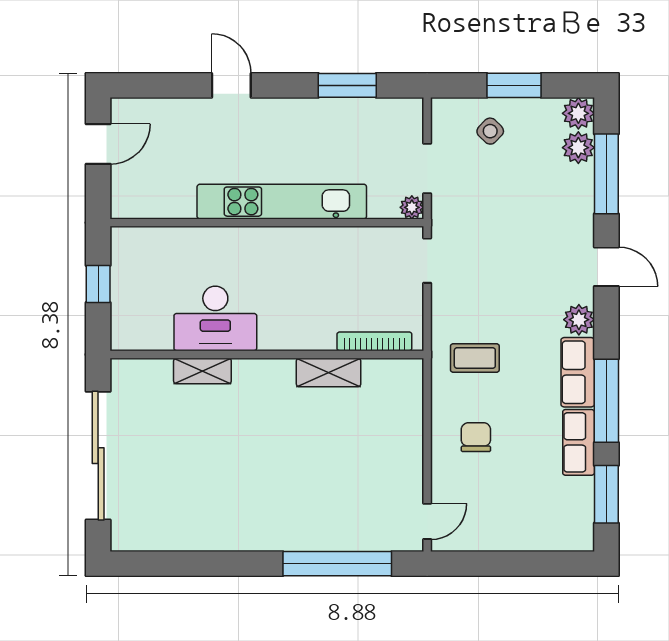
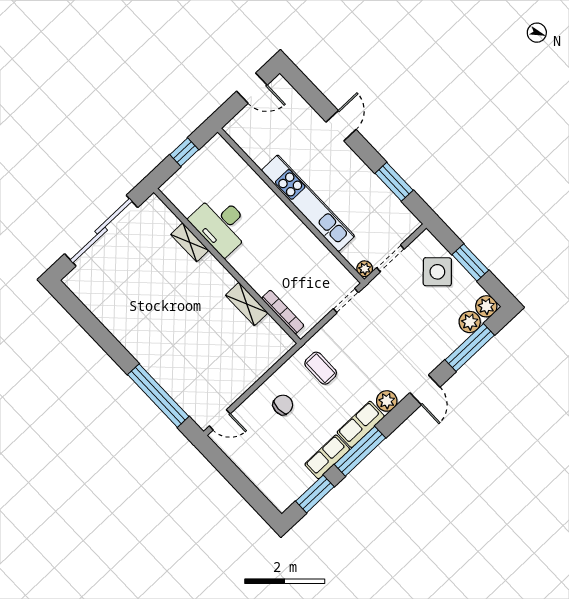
side table: (490, 131) -> (437, 272), width x1.87, depth x1.87

